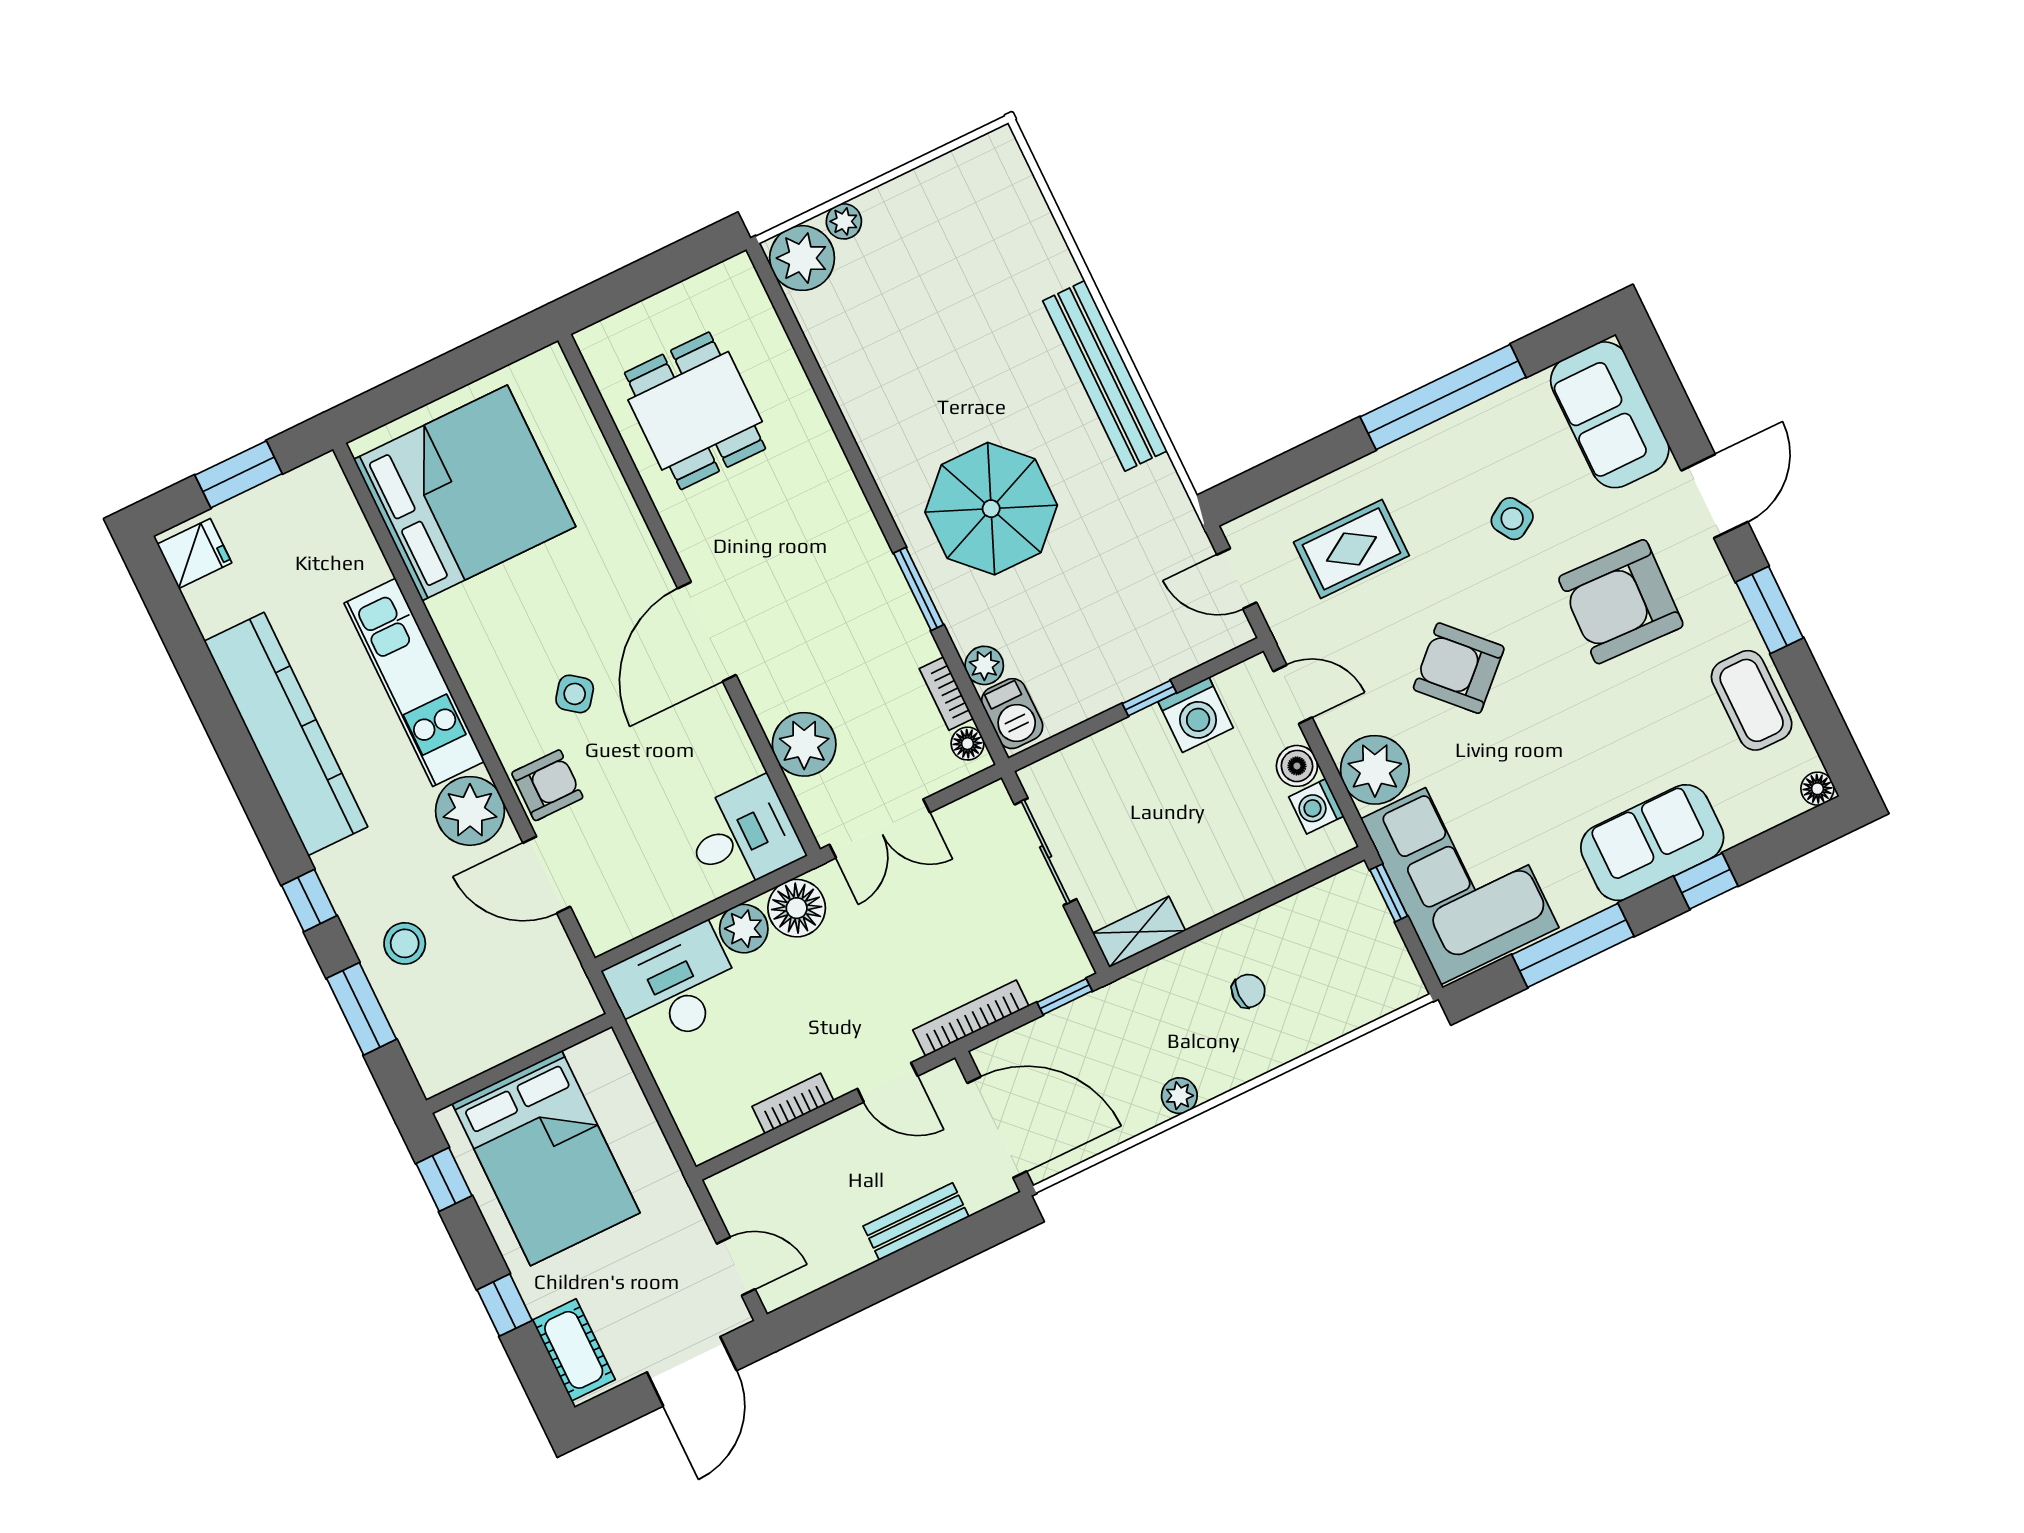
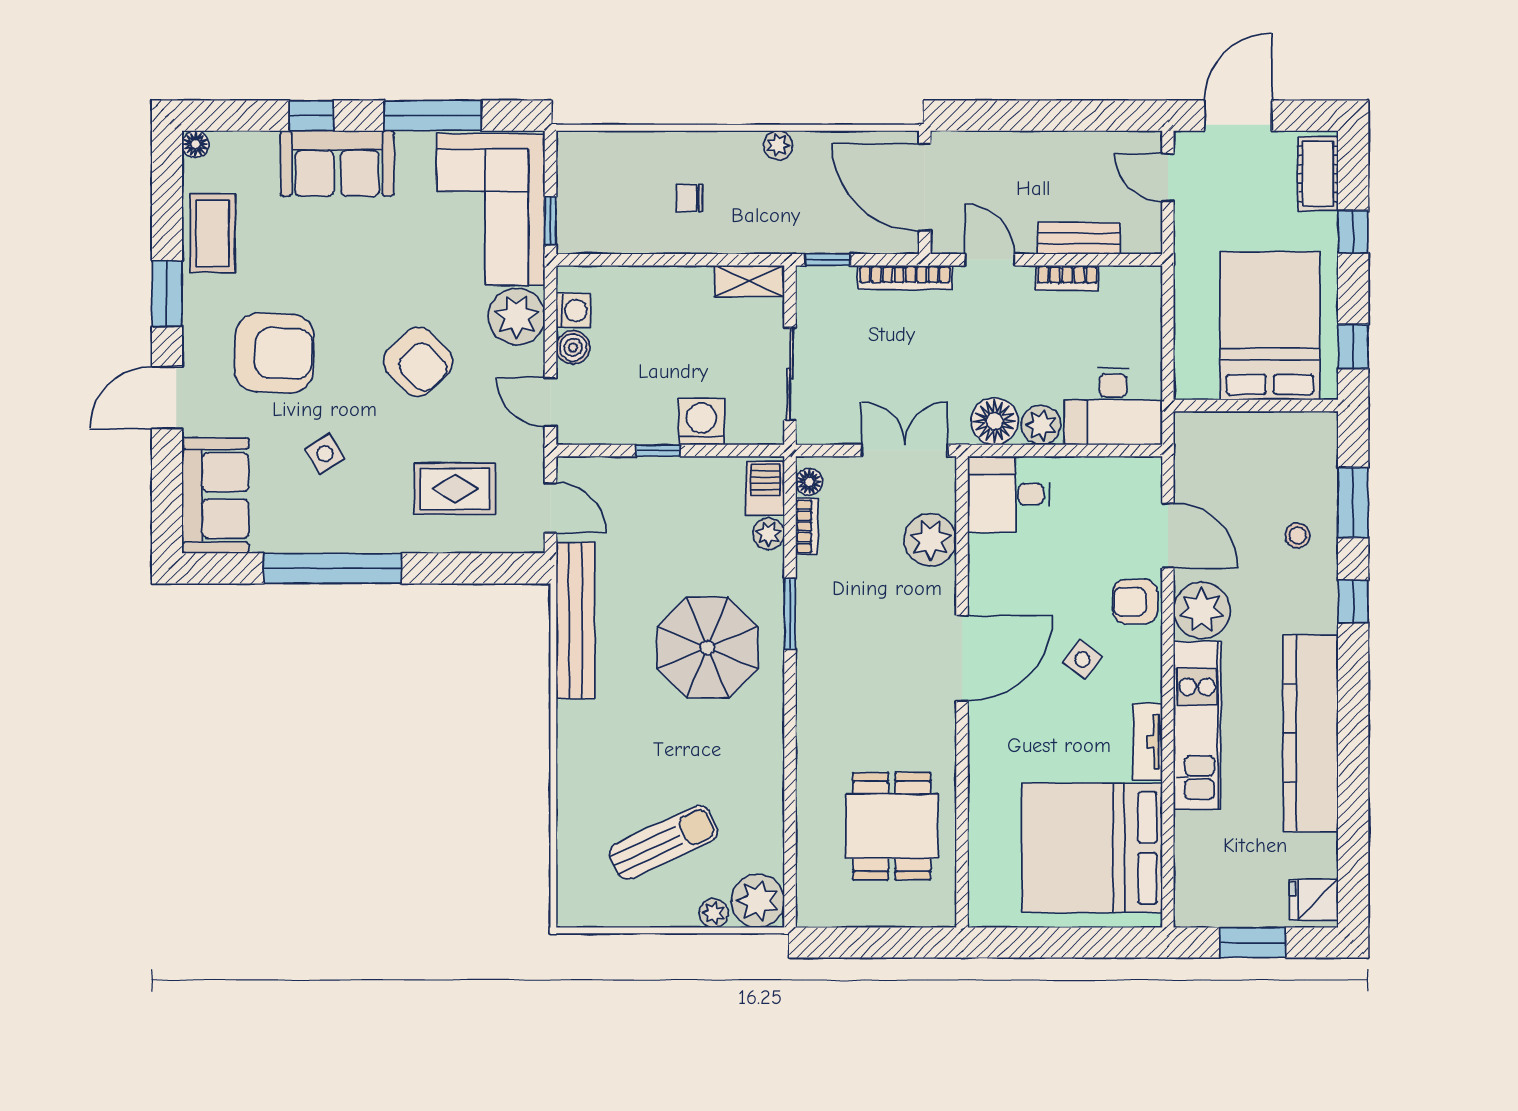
sun lounger: (936, 272) -> (663, 842), added
bench: (1105, 376) -> (575, 621), moved
tv unit: (460, 638) -> (1148, 742), added
washing machine: (1196, 715) -> (701, 422), moved
stool: (405, 943) -> (1298, 536), width x0.73, depth x0.73
bench: (916, 1222) -> (1079, 238), moved

